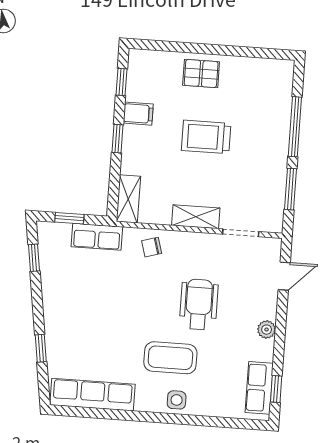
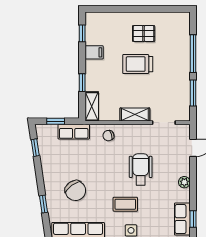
pallet: (201, 74) -> (144, 34), moved
window: (117, 139) -> (82, 83), moved
chair: (93, 330) -> (75, 191), added
coffee table: (170, 358) -> (125, 204), width x0.73, depth x0.77

